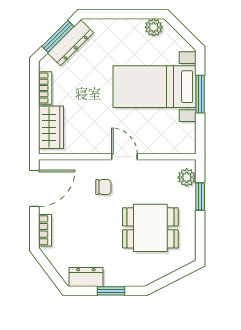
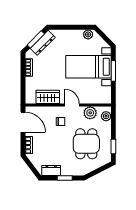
wardrobe: (51, 127) -> (48, 97), moved, turned -90
plant: (158, 171) -> (90, 113), added
door: (34, 188) -> (23, 122), hinge flipped
window: (200, 197) -> (113, 146), moved
dining table: (150, 228) -> (86, 144), turned 90

